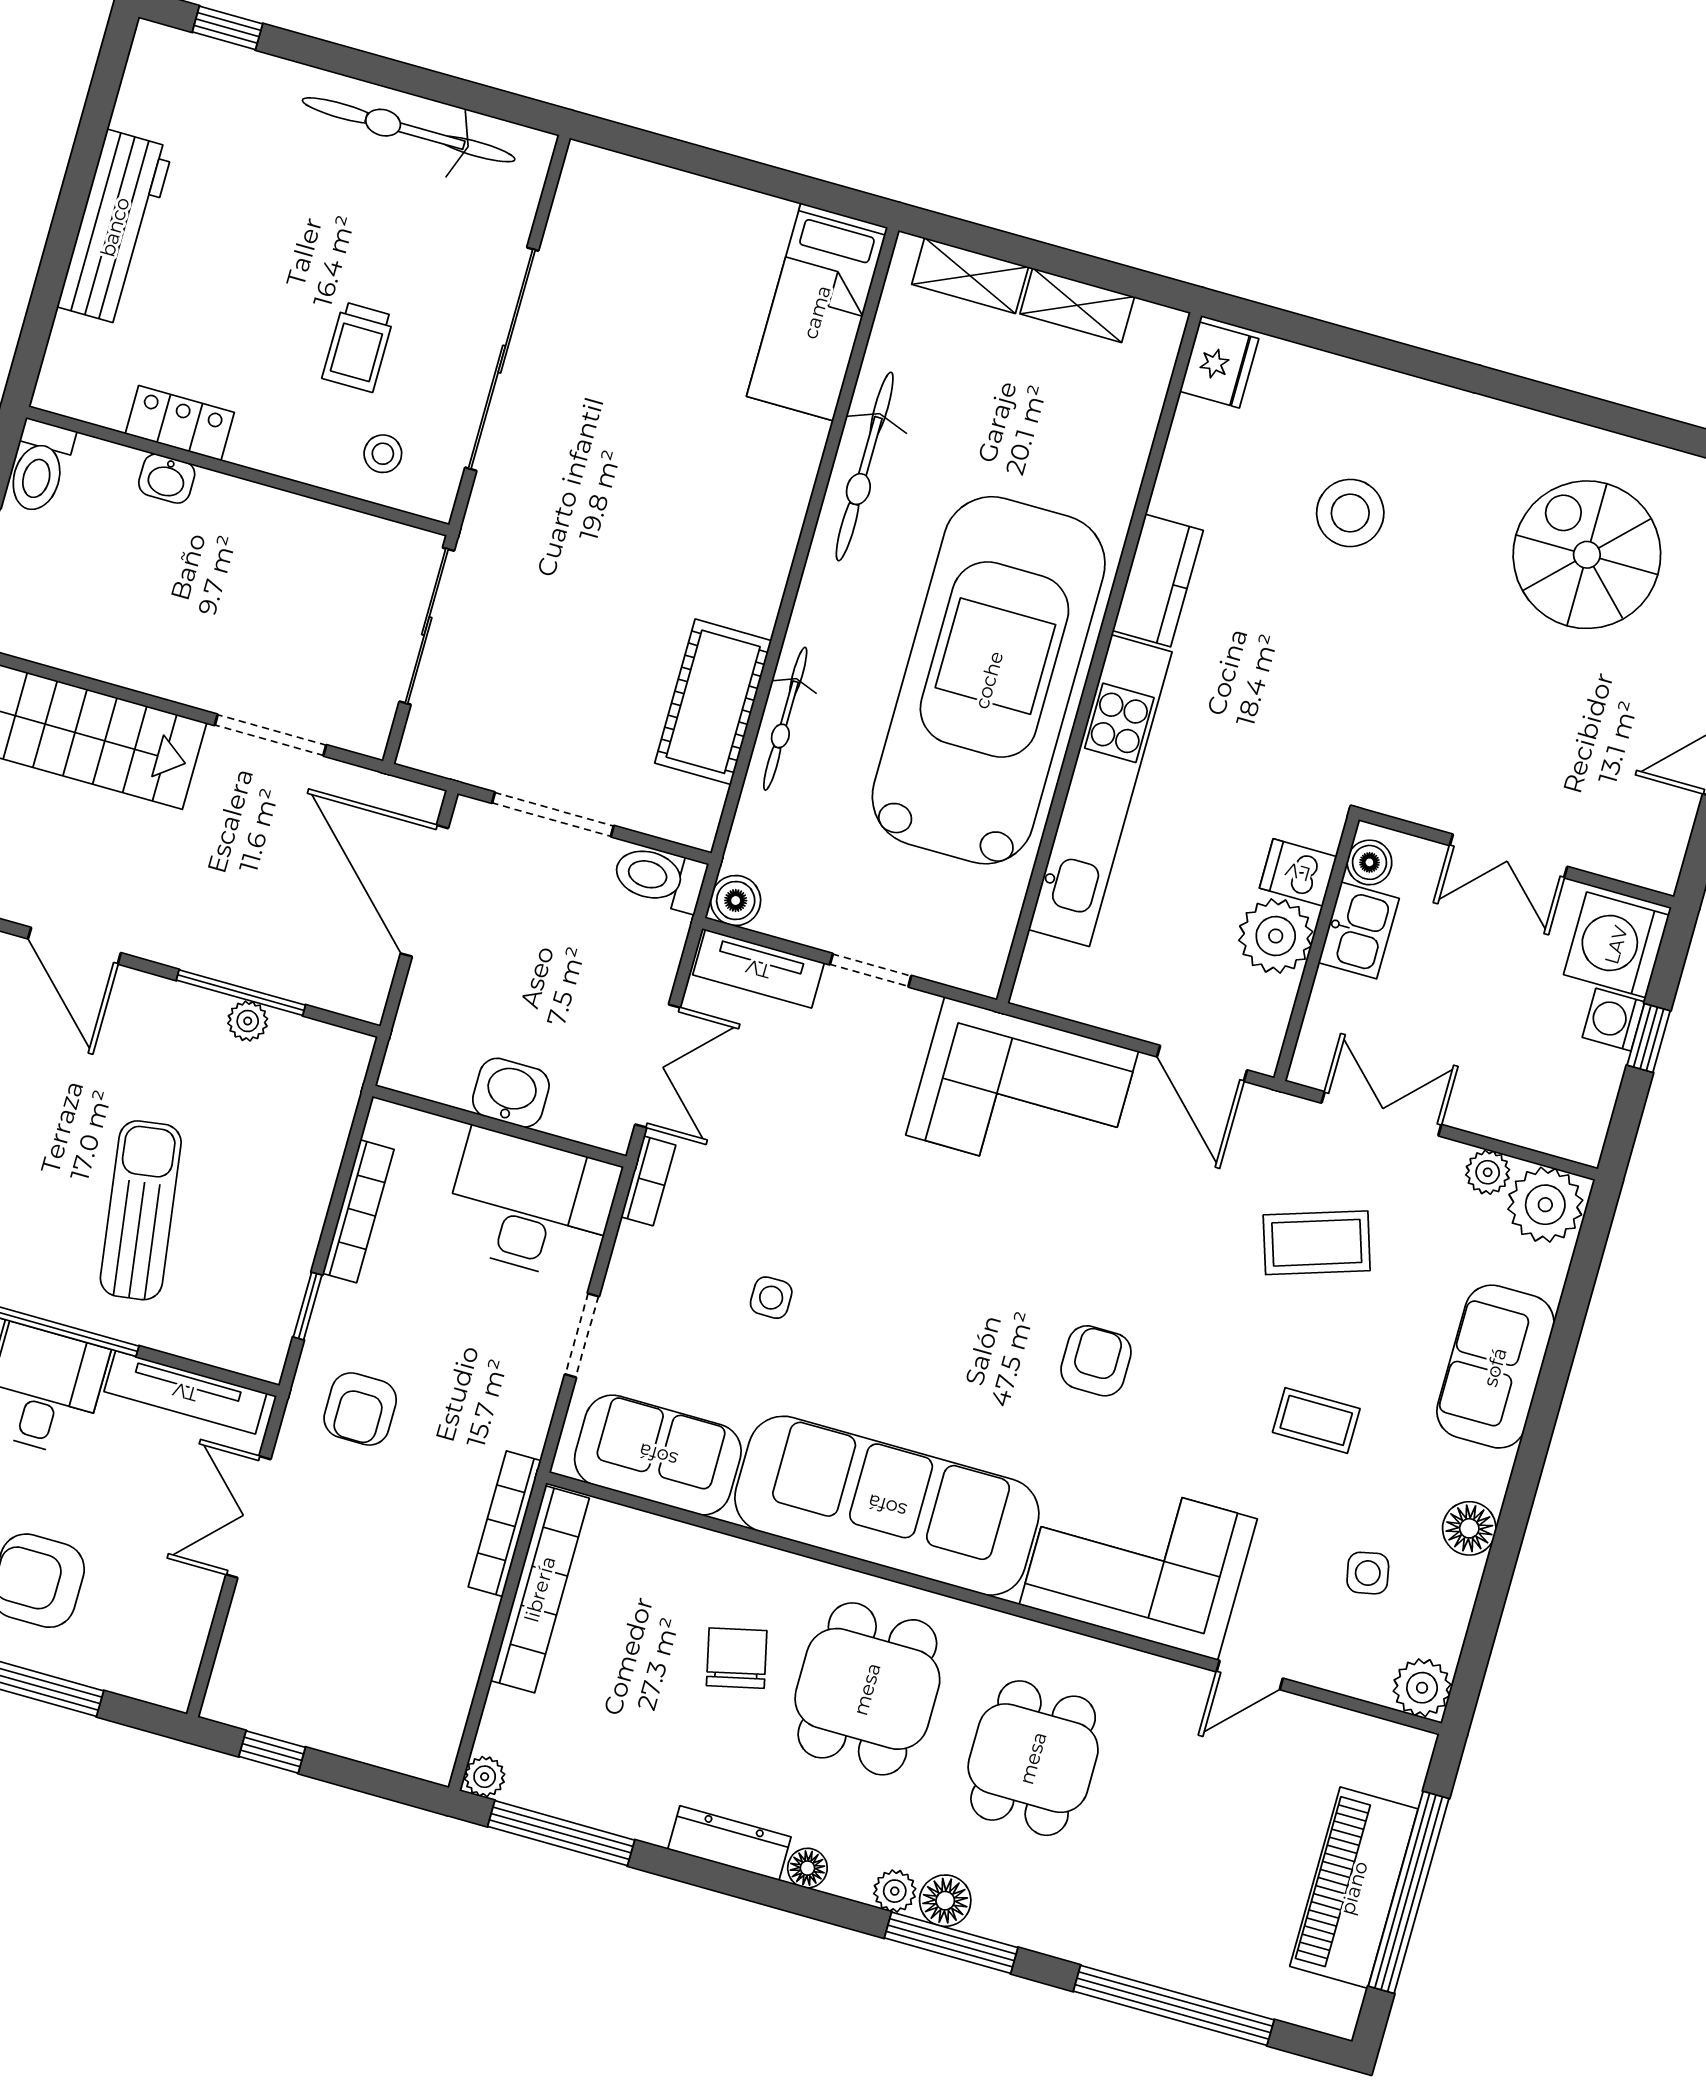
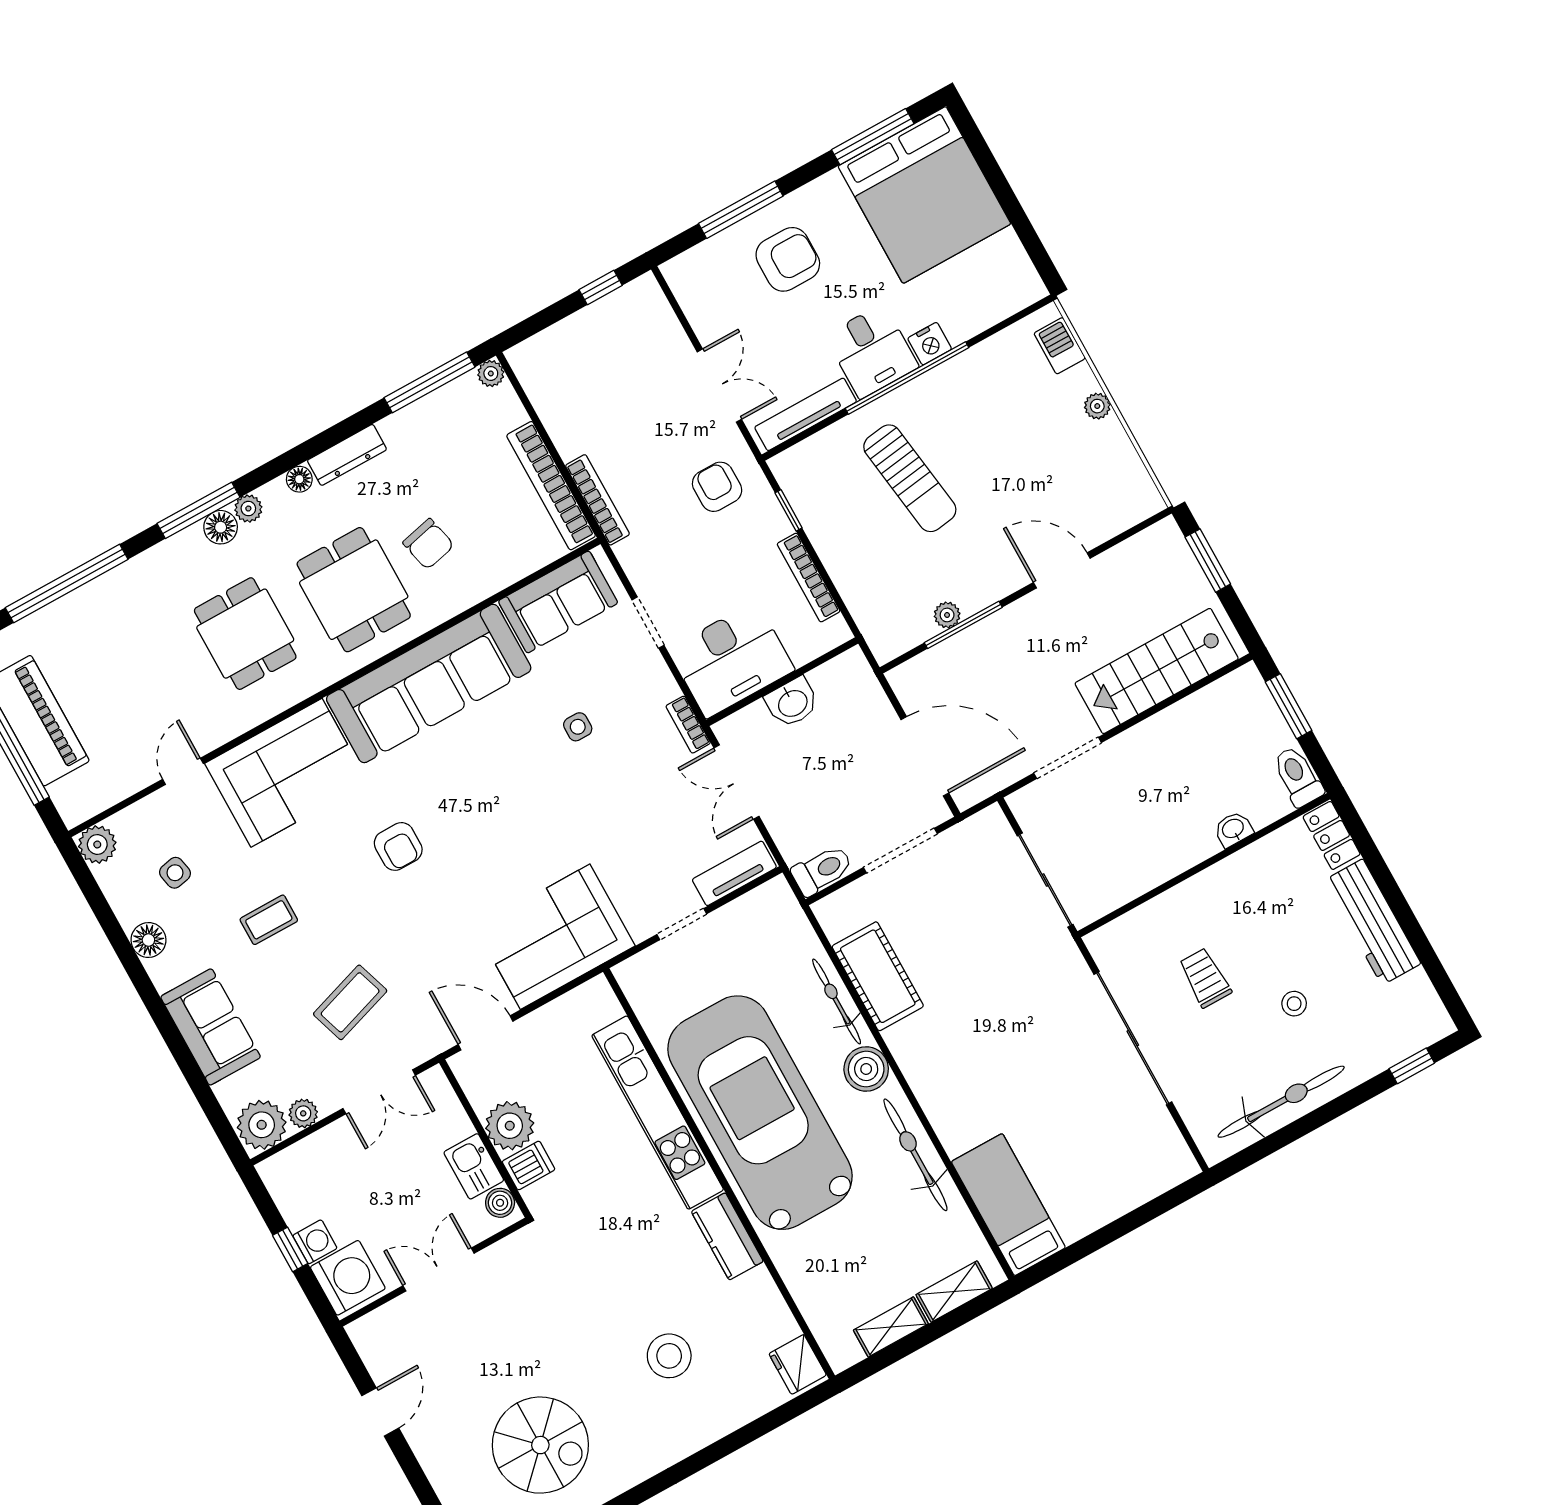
locker: (180, 423) -> (1332, 835), moved, turned 90
stool: (383, 454) -> (1294, 1004), moved
car: (989, 680) -> (760, 1113), turned 180
boiler: (736, 901) -> (866, 1069), moved, width x1.36, depth x1.36

